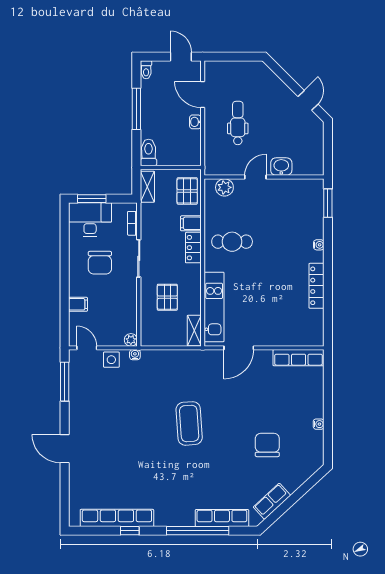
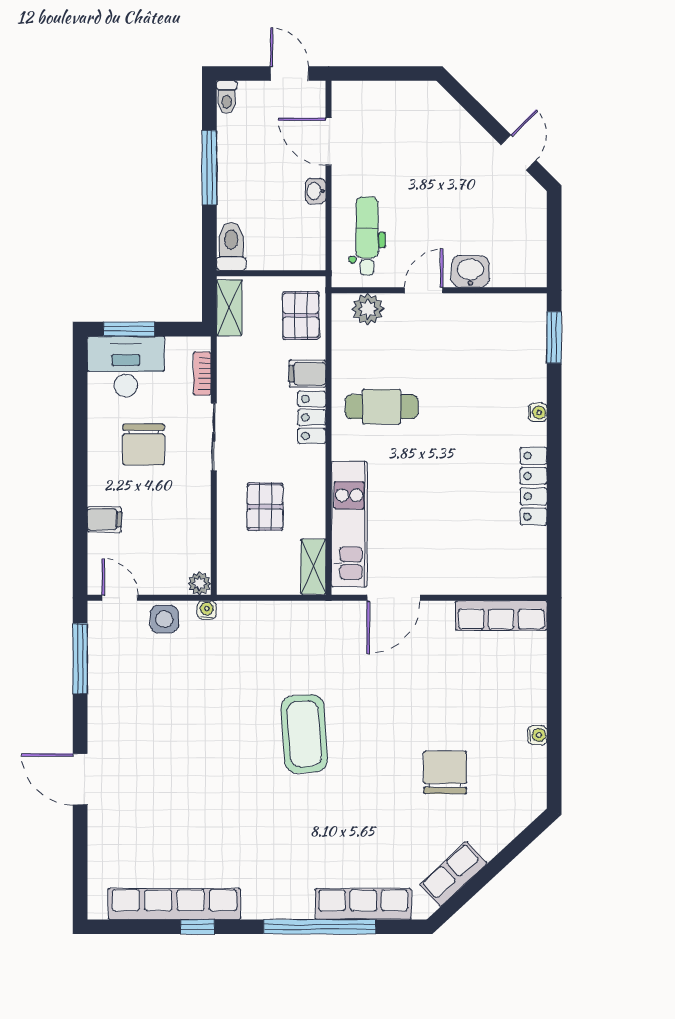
dental chair: (238, 123) -> (367, 236), moved

